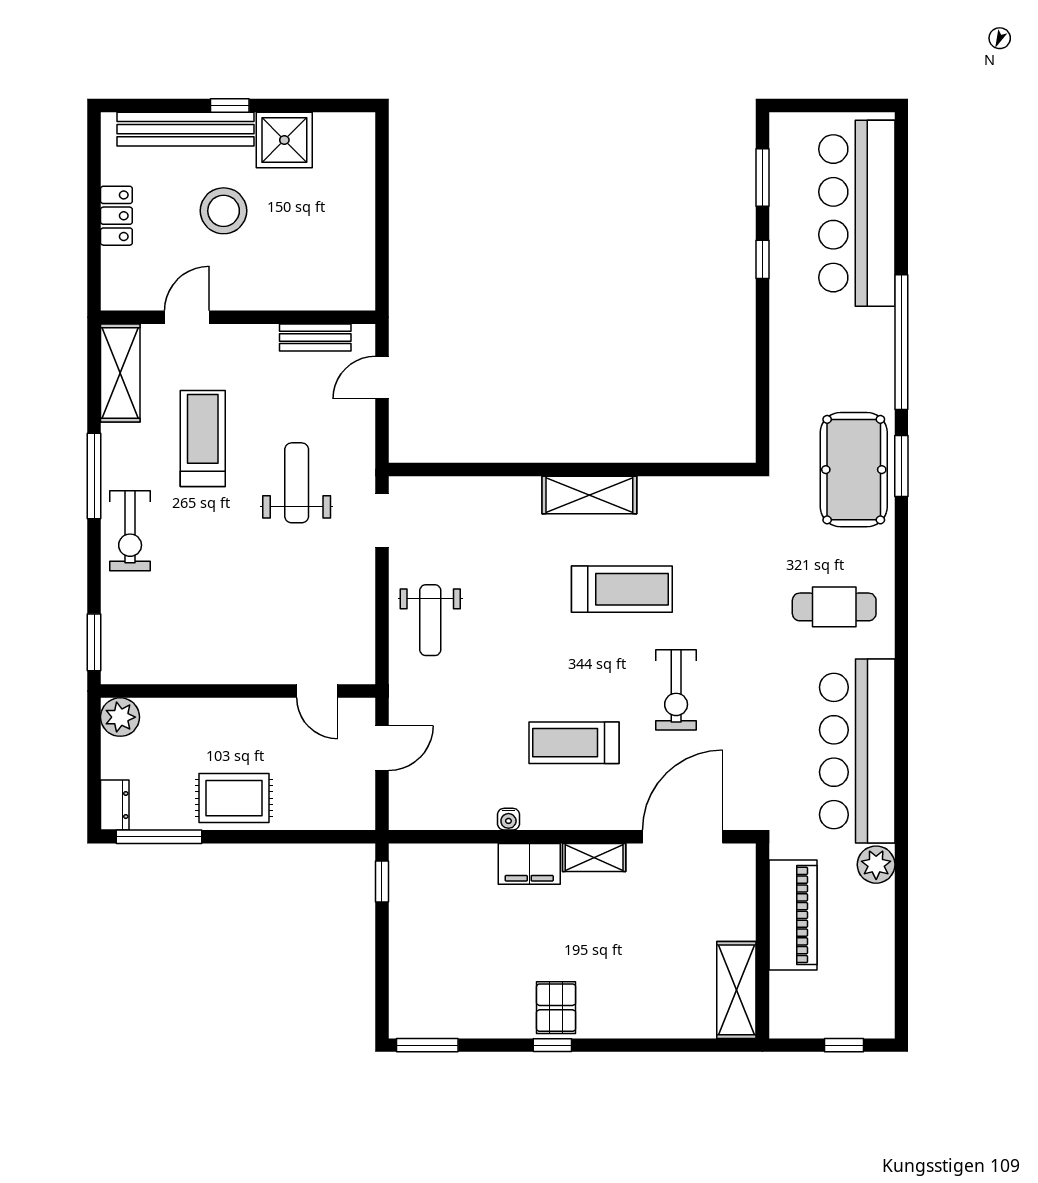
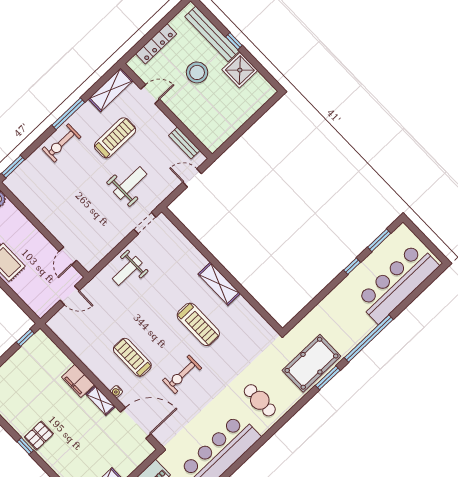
locker: (116, 216) -> (156, 44), width x1.53
water cooler: (508, 819) -> (116, 391), moved

